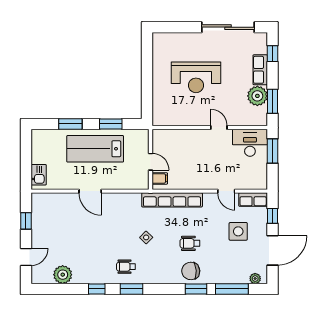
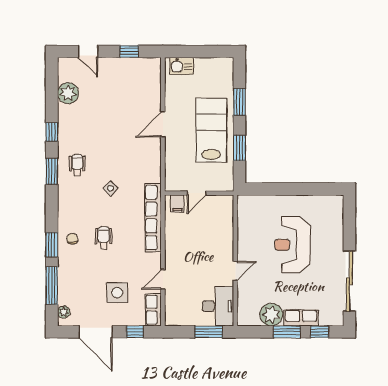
window: (273, 101) -> (287, 332), moved
chair: (191, 271) -> (72, 239), width x0.54, depth x0.54

